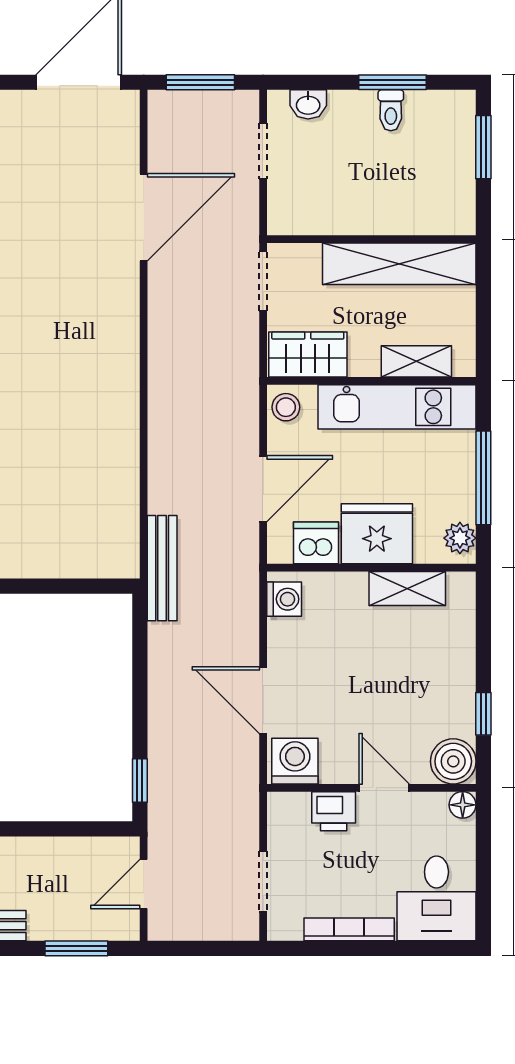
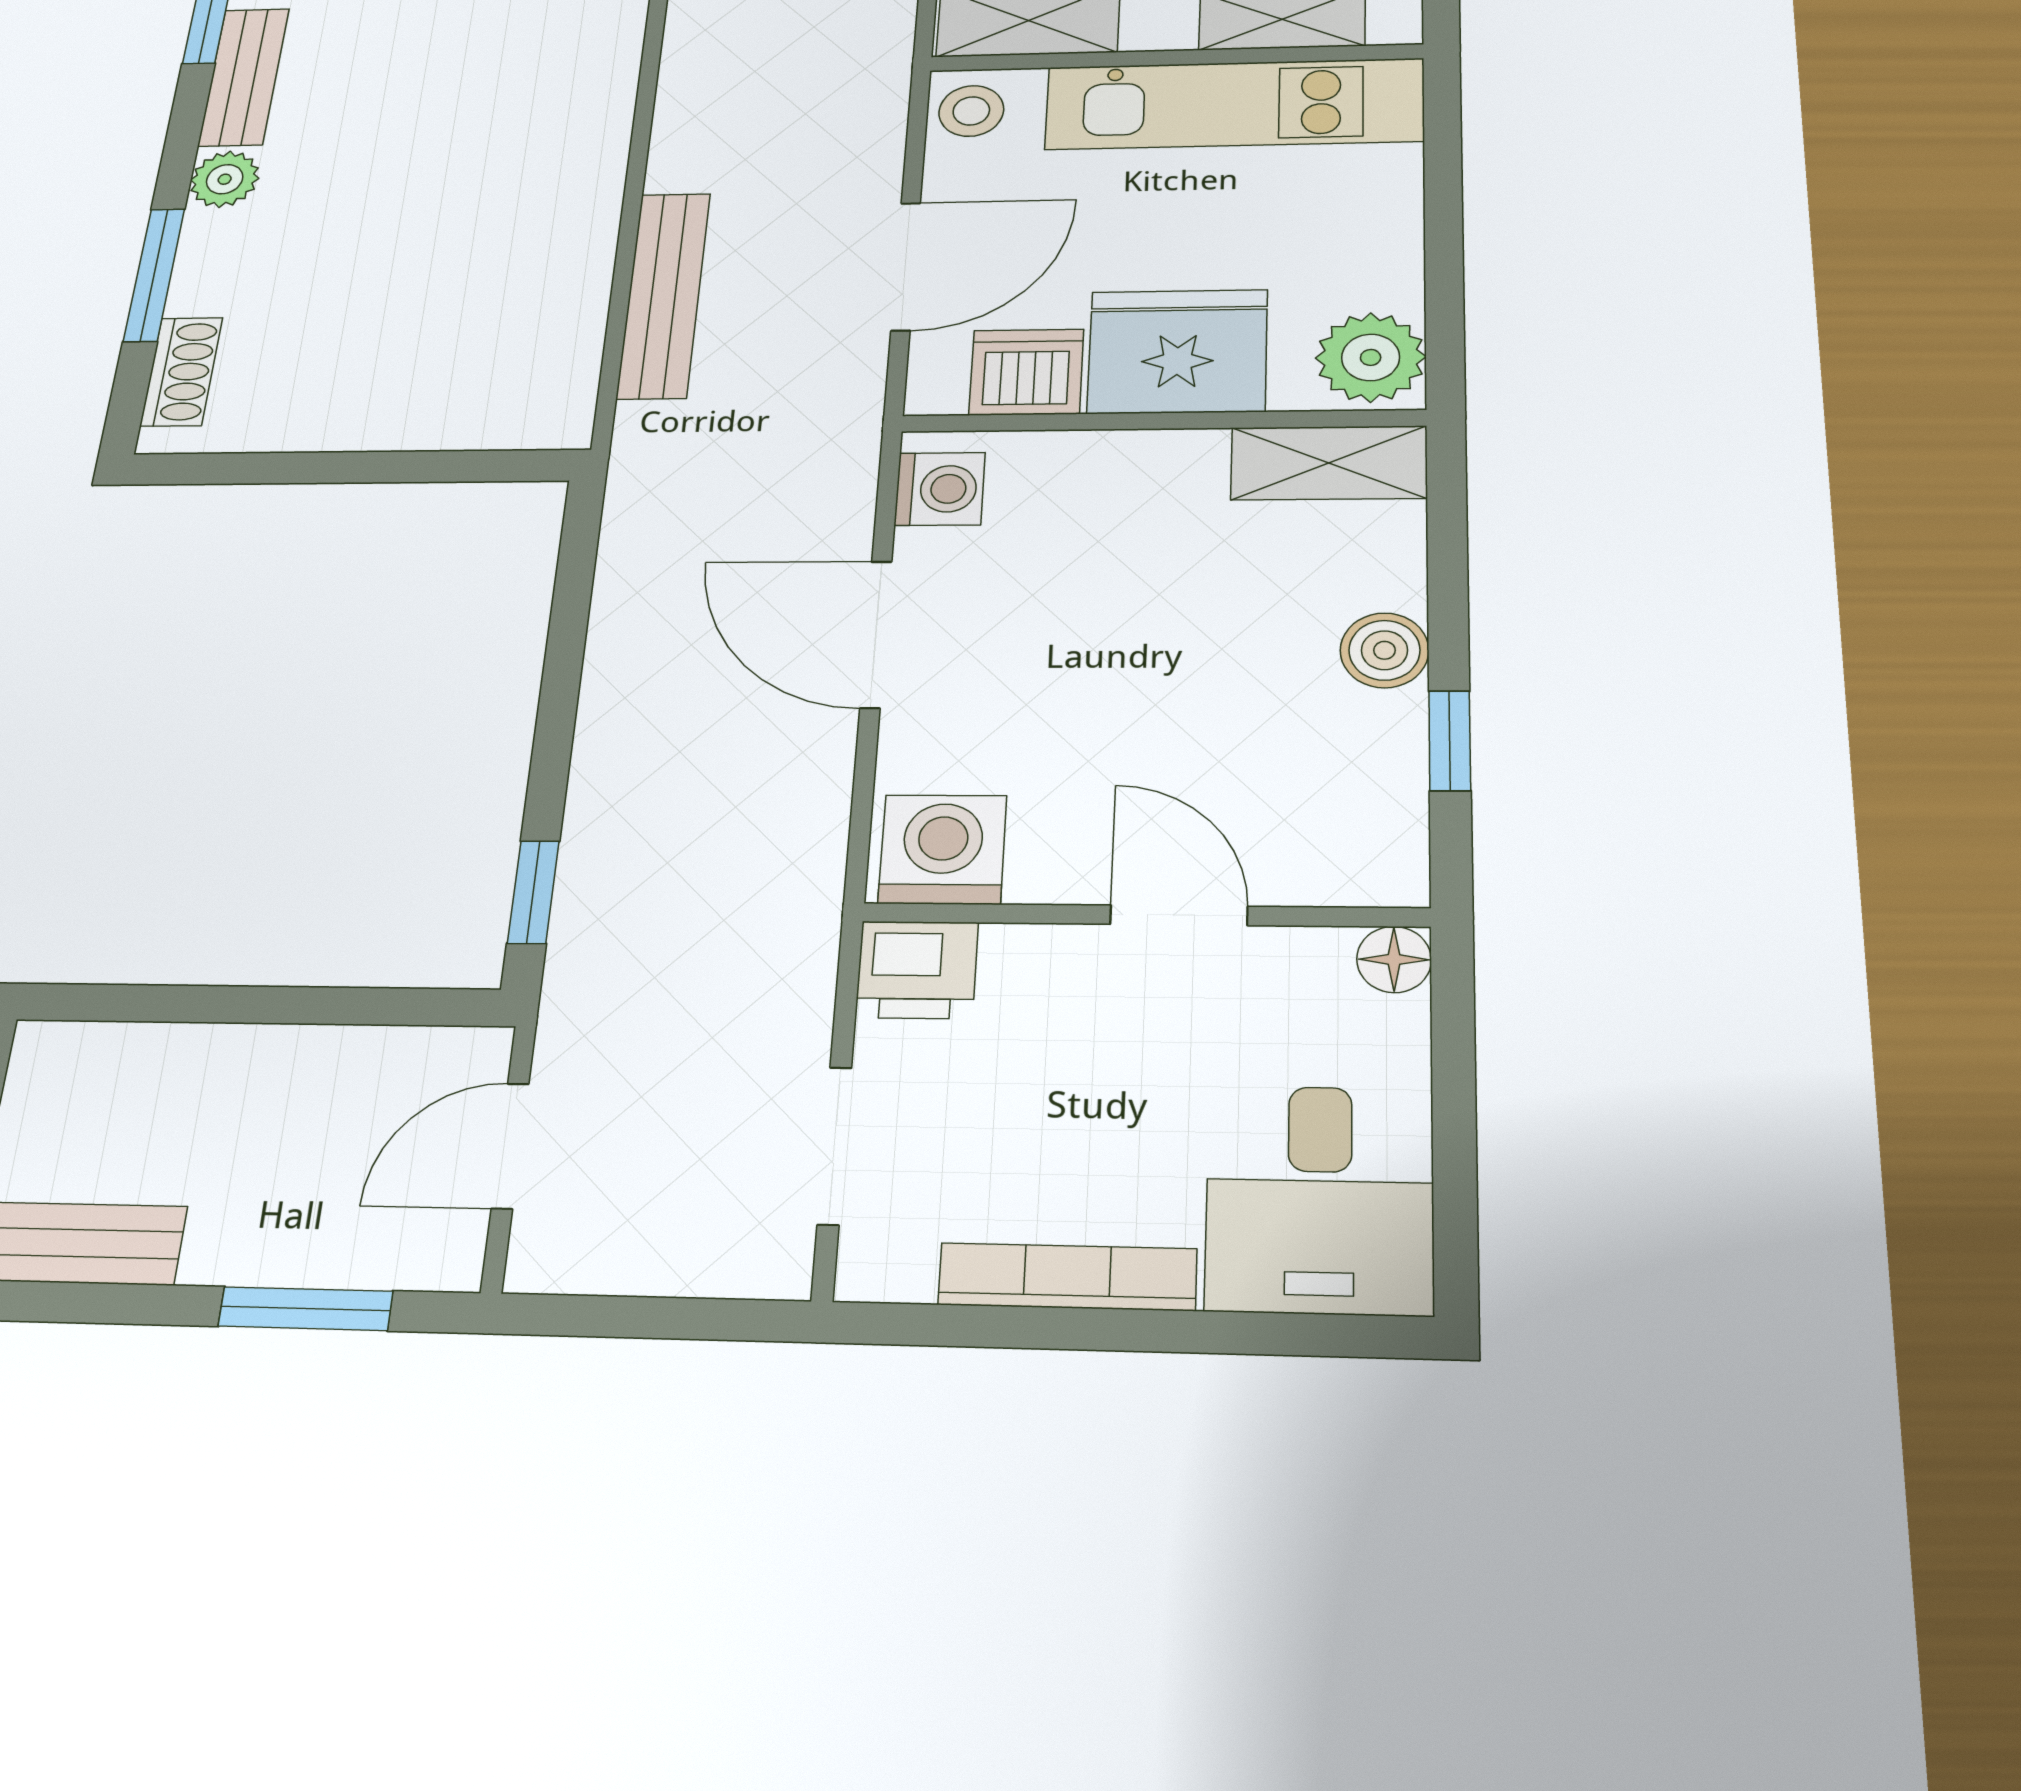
window: (483, 478) -> (1444, 235), removed
plant: (460, 538) -> (1371, 357), width x1.38, depth x1.38
bench: (162, 568) -> (664, 295), moved
shelving: (407, 588) -> (1329, 463), moved
door: (263, 700) -> (876, 634), moved
boiler: (453, 761) -> (1384, 650), moved, width x0.73, depth x0.73
printer: (334, 811) -> (917, 970), moved

